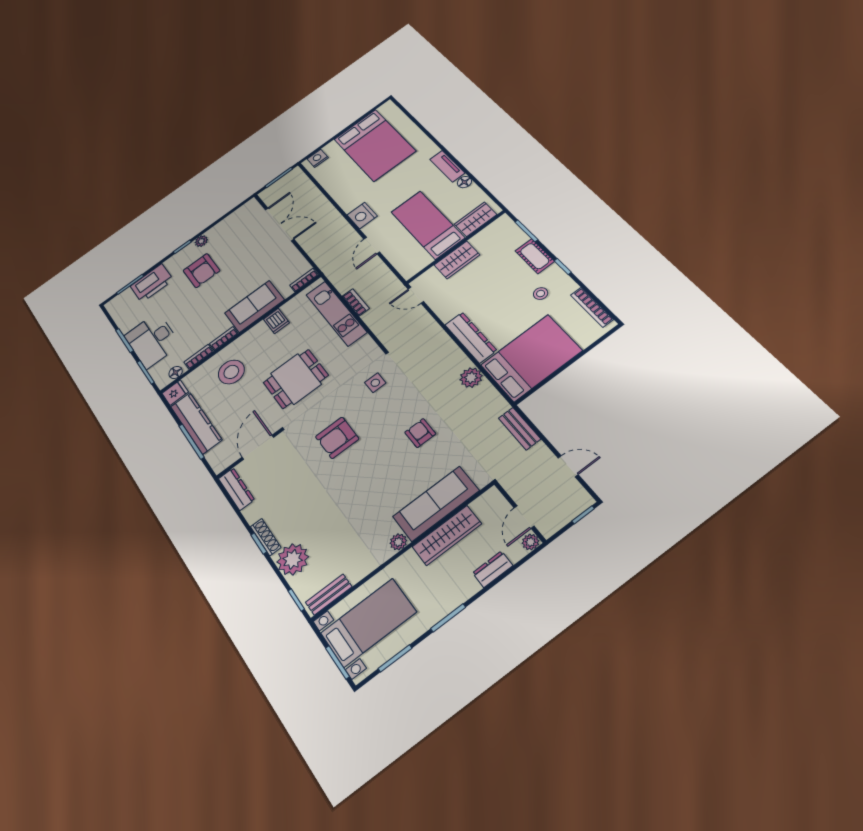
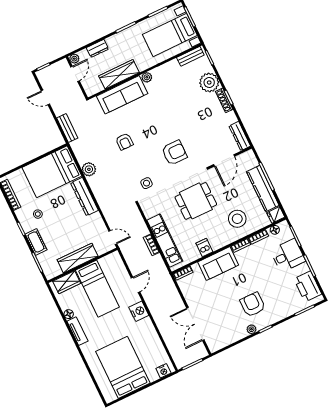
wardrobe: (457, 260) -> (78, 258), width x1.50
printer: (152, 283) -> (308, 286), moved, turned -90
desk: (152, 340) -> (288, 255), width x0.73

